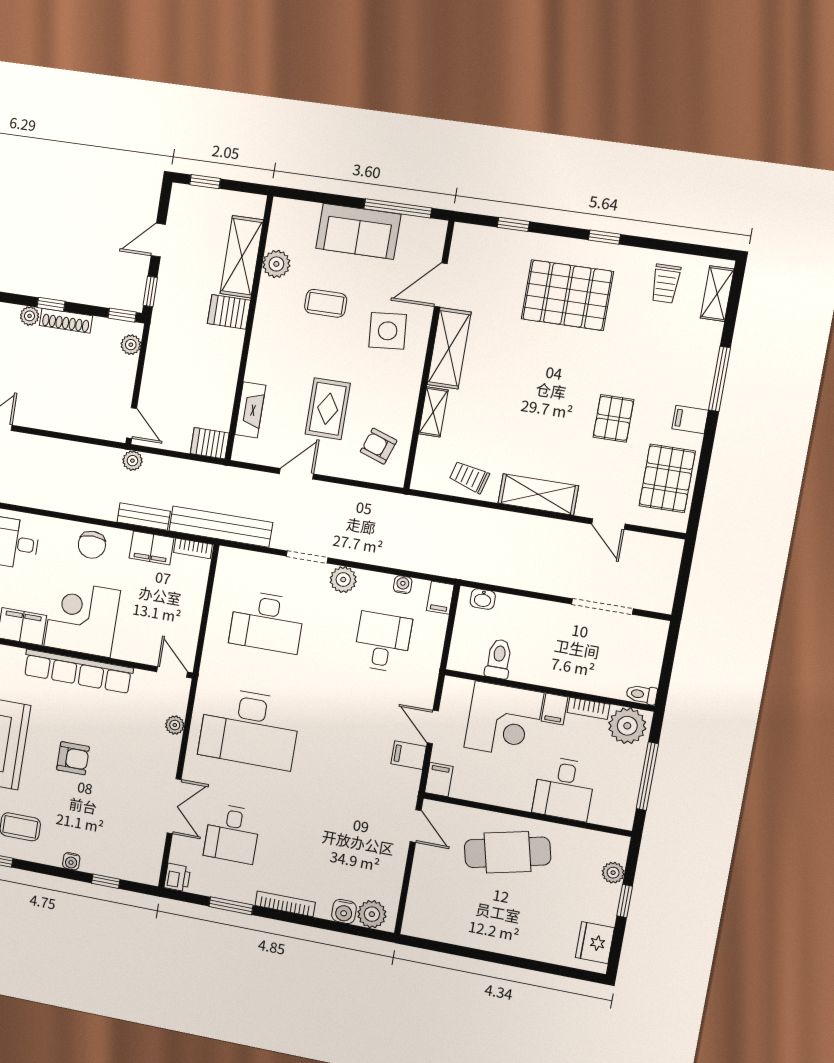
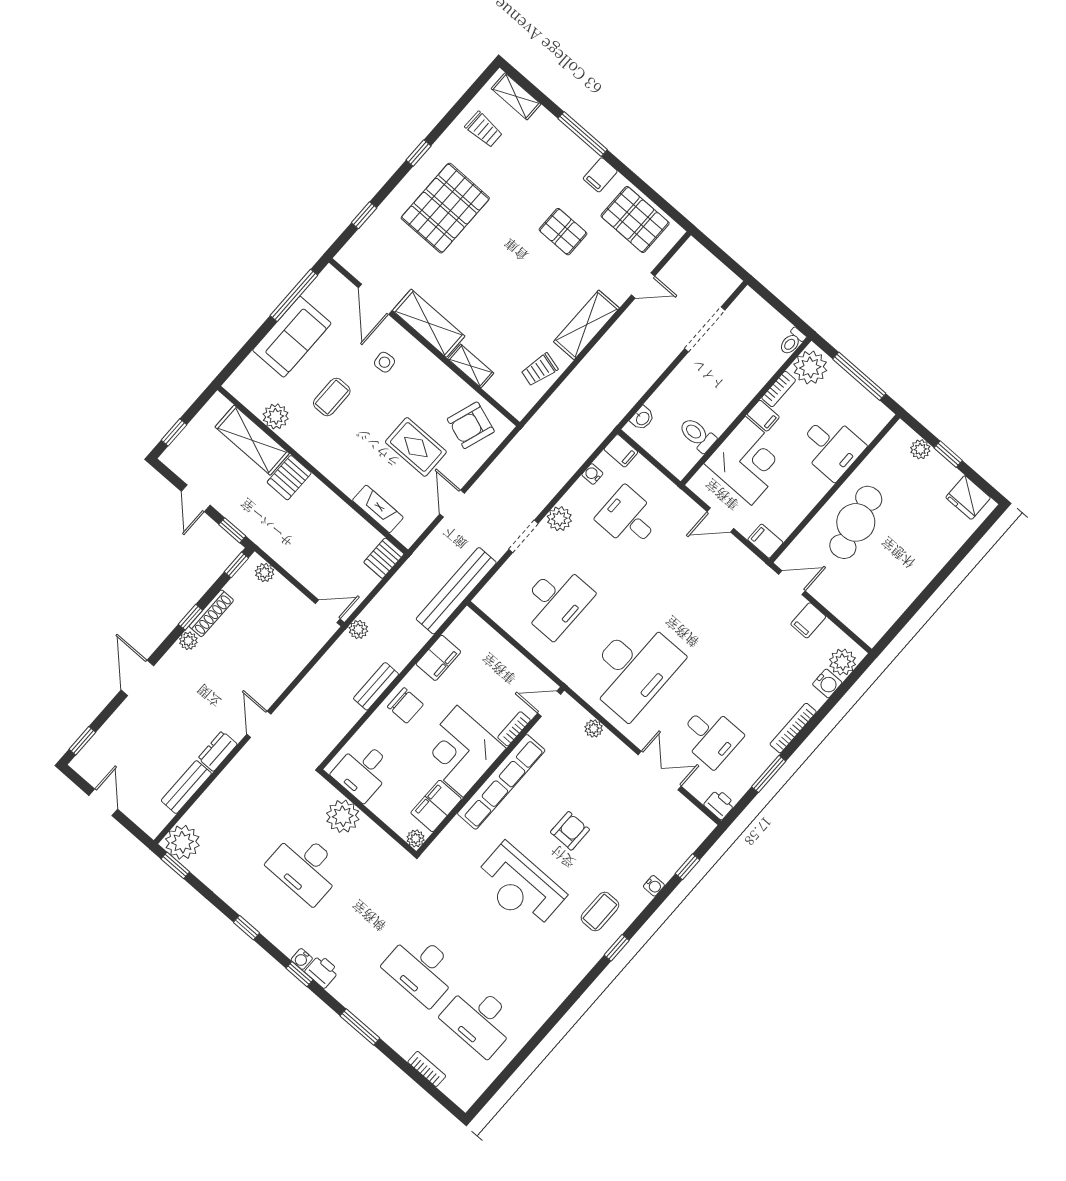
side table: (388, 331) -> (384, 362), width x0.54, depth x0.54
armchair: (379, 446) -> (471, 425), width x1.38, depth x1.38
bench: (144, 517) -> (376, 686), moved
bookcase: (193, 548) -> (514, 729), moved, turned 180
filing cabinet: (409, 755) -> (808, 620), moved

